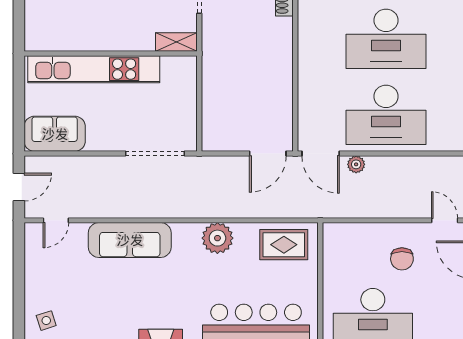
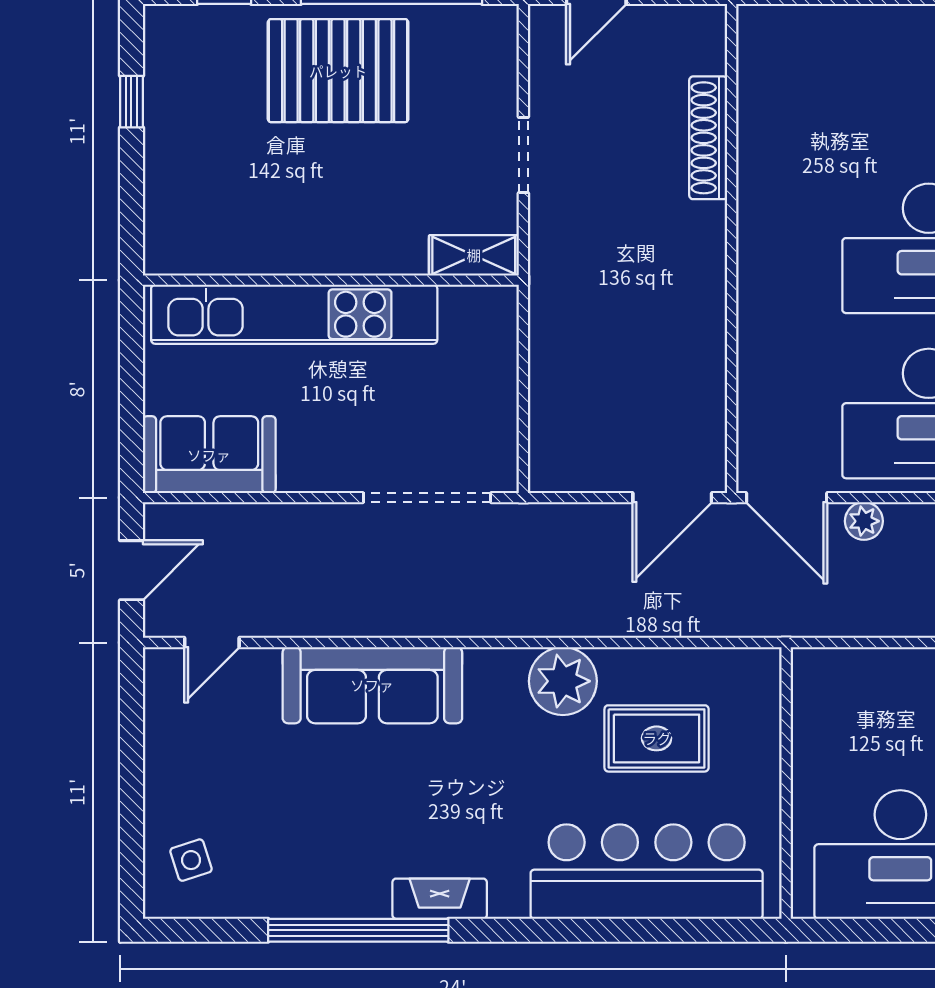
rug: (284, 245) -> (657, 738), moved

